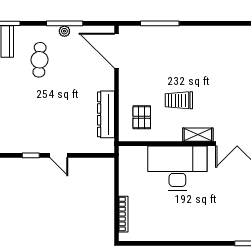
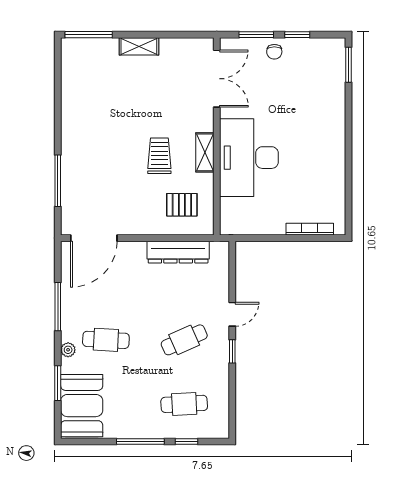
plant: (64, 31) -> (68, 350), moved
trolley: (179, 100) -> (159, 156), turned 180
cafe table: (40, 119) -> (184, 340), added
shelving: (198, 135) -> (205, 152), moved

